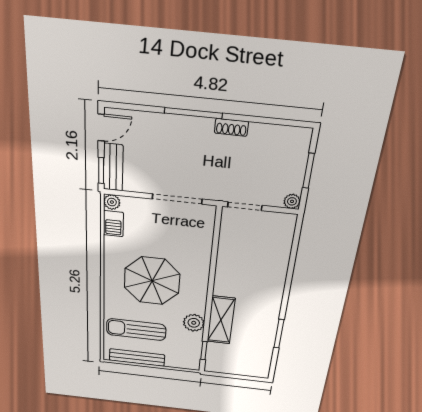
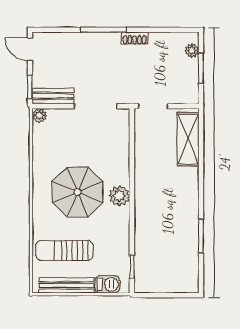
door: (101, 128) -> (30, 49), swing flipped
bench: (113, 167) -> (53, 96), moved, turned 90
plant: (292, 201) -> (192, 51), moved
barbecue: (113, 224) -> (107, 284), moved, turned -90
shelving: (221, 320) -> (188, 139), moved
plant: (194, 323) -> (119, 196), moved

